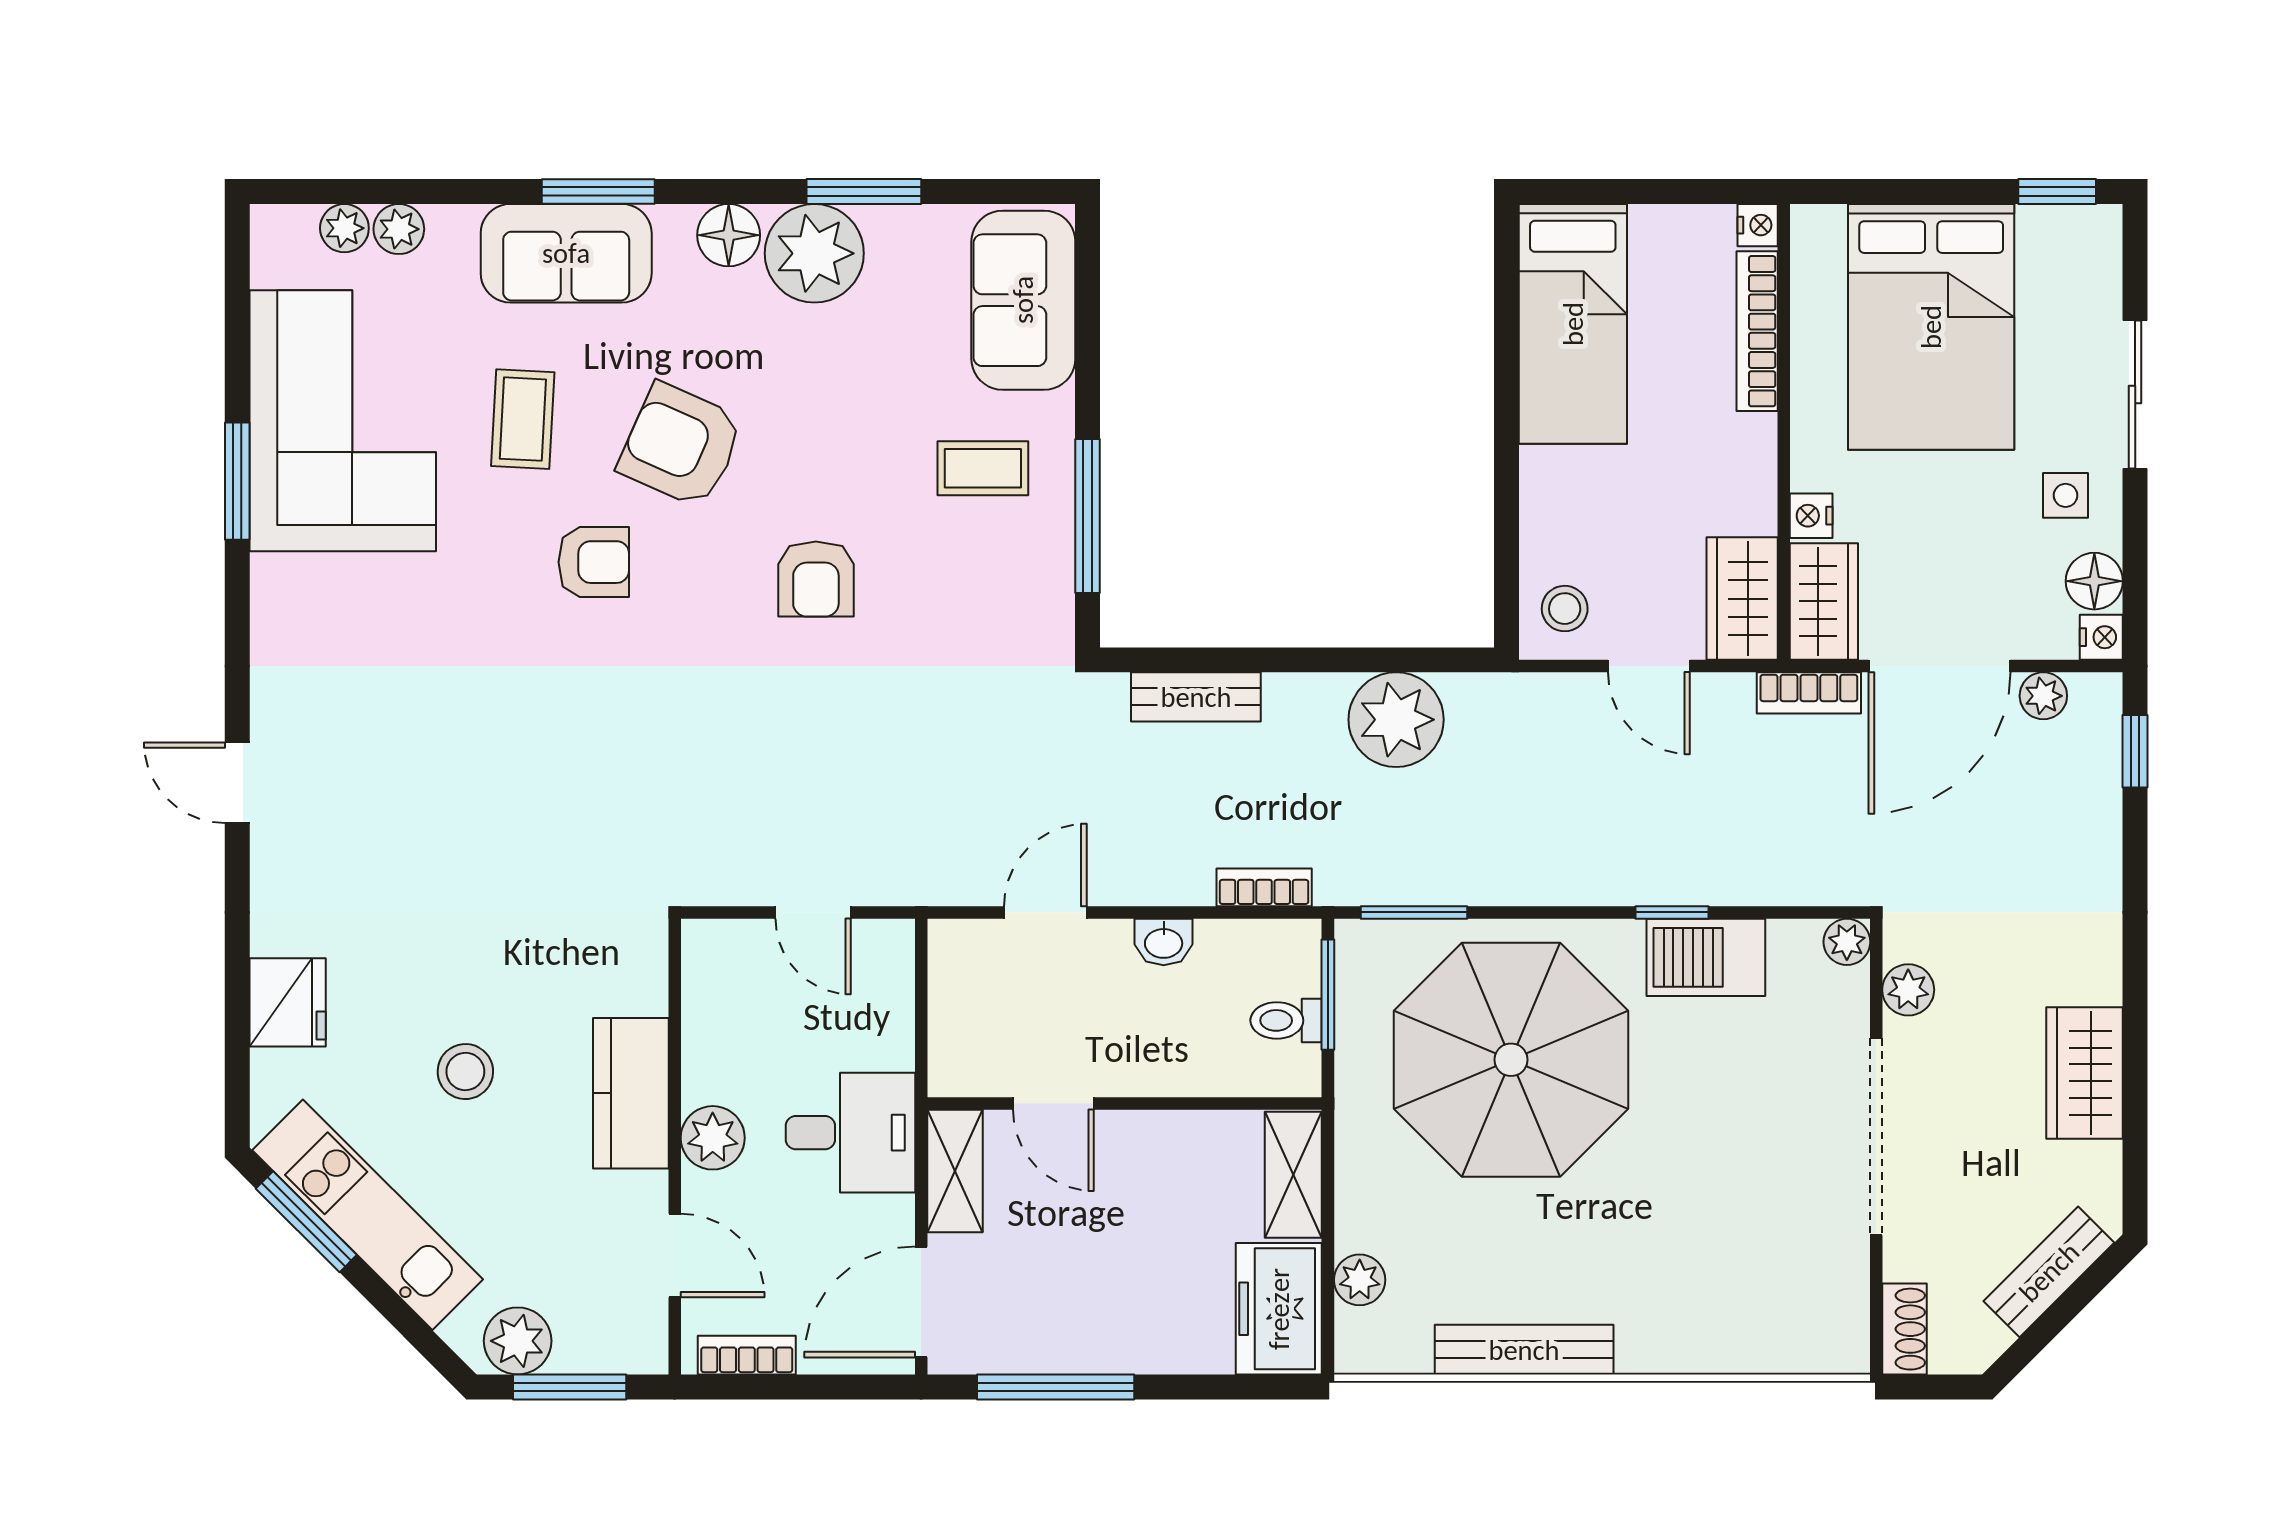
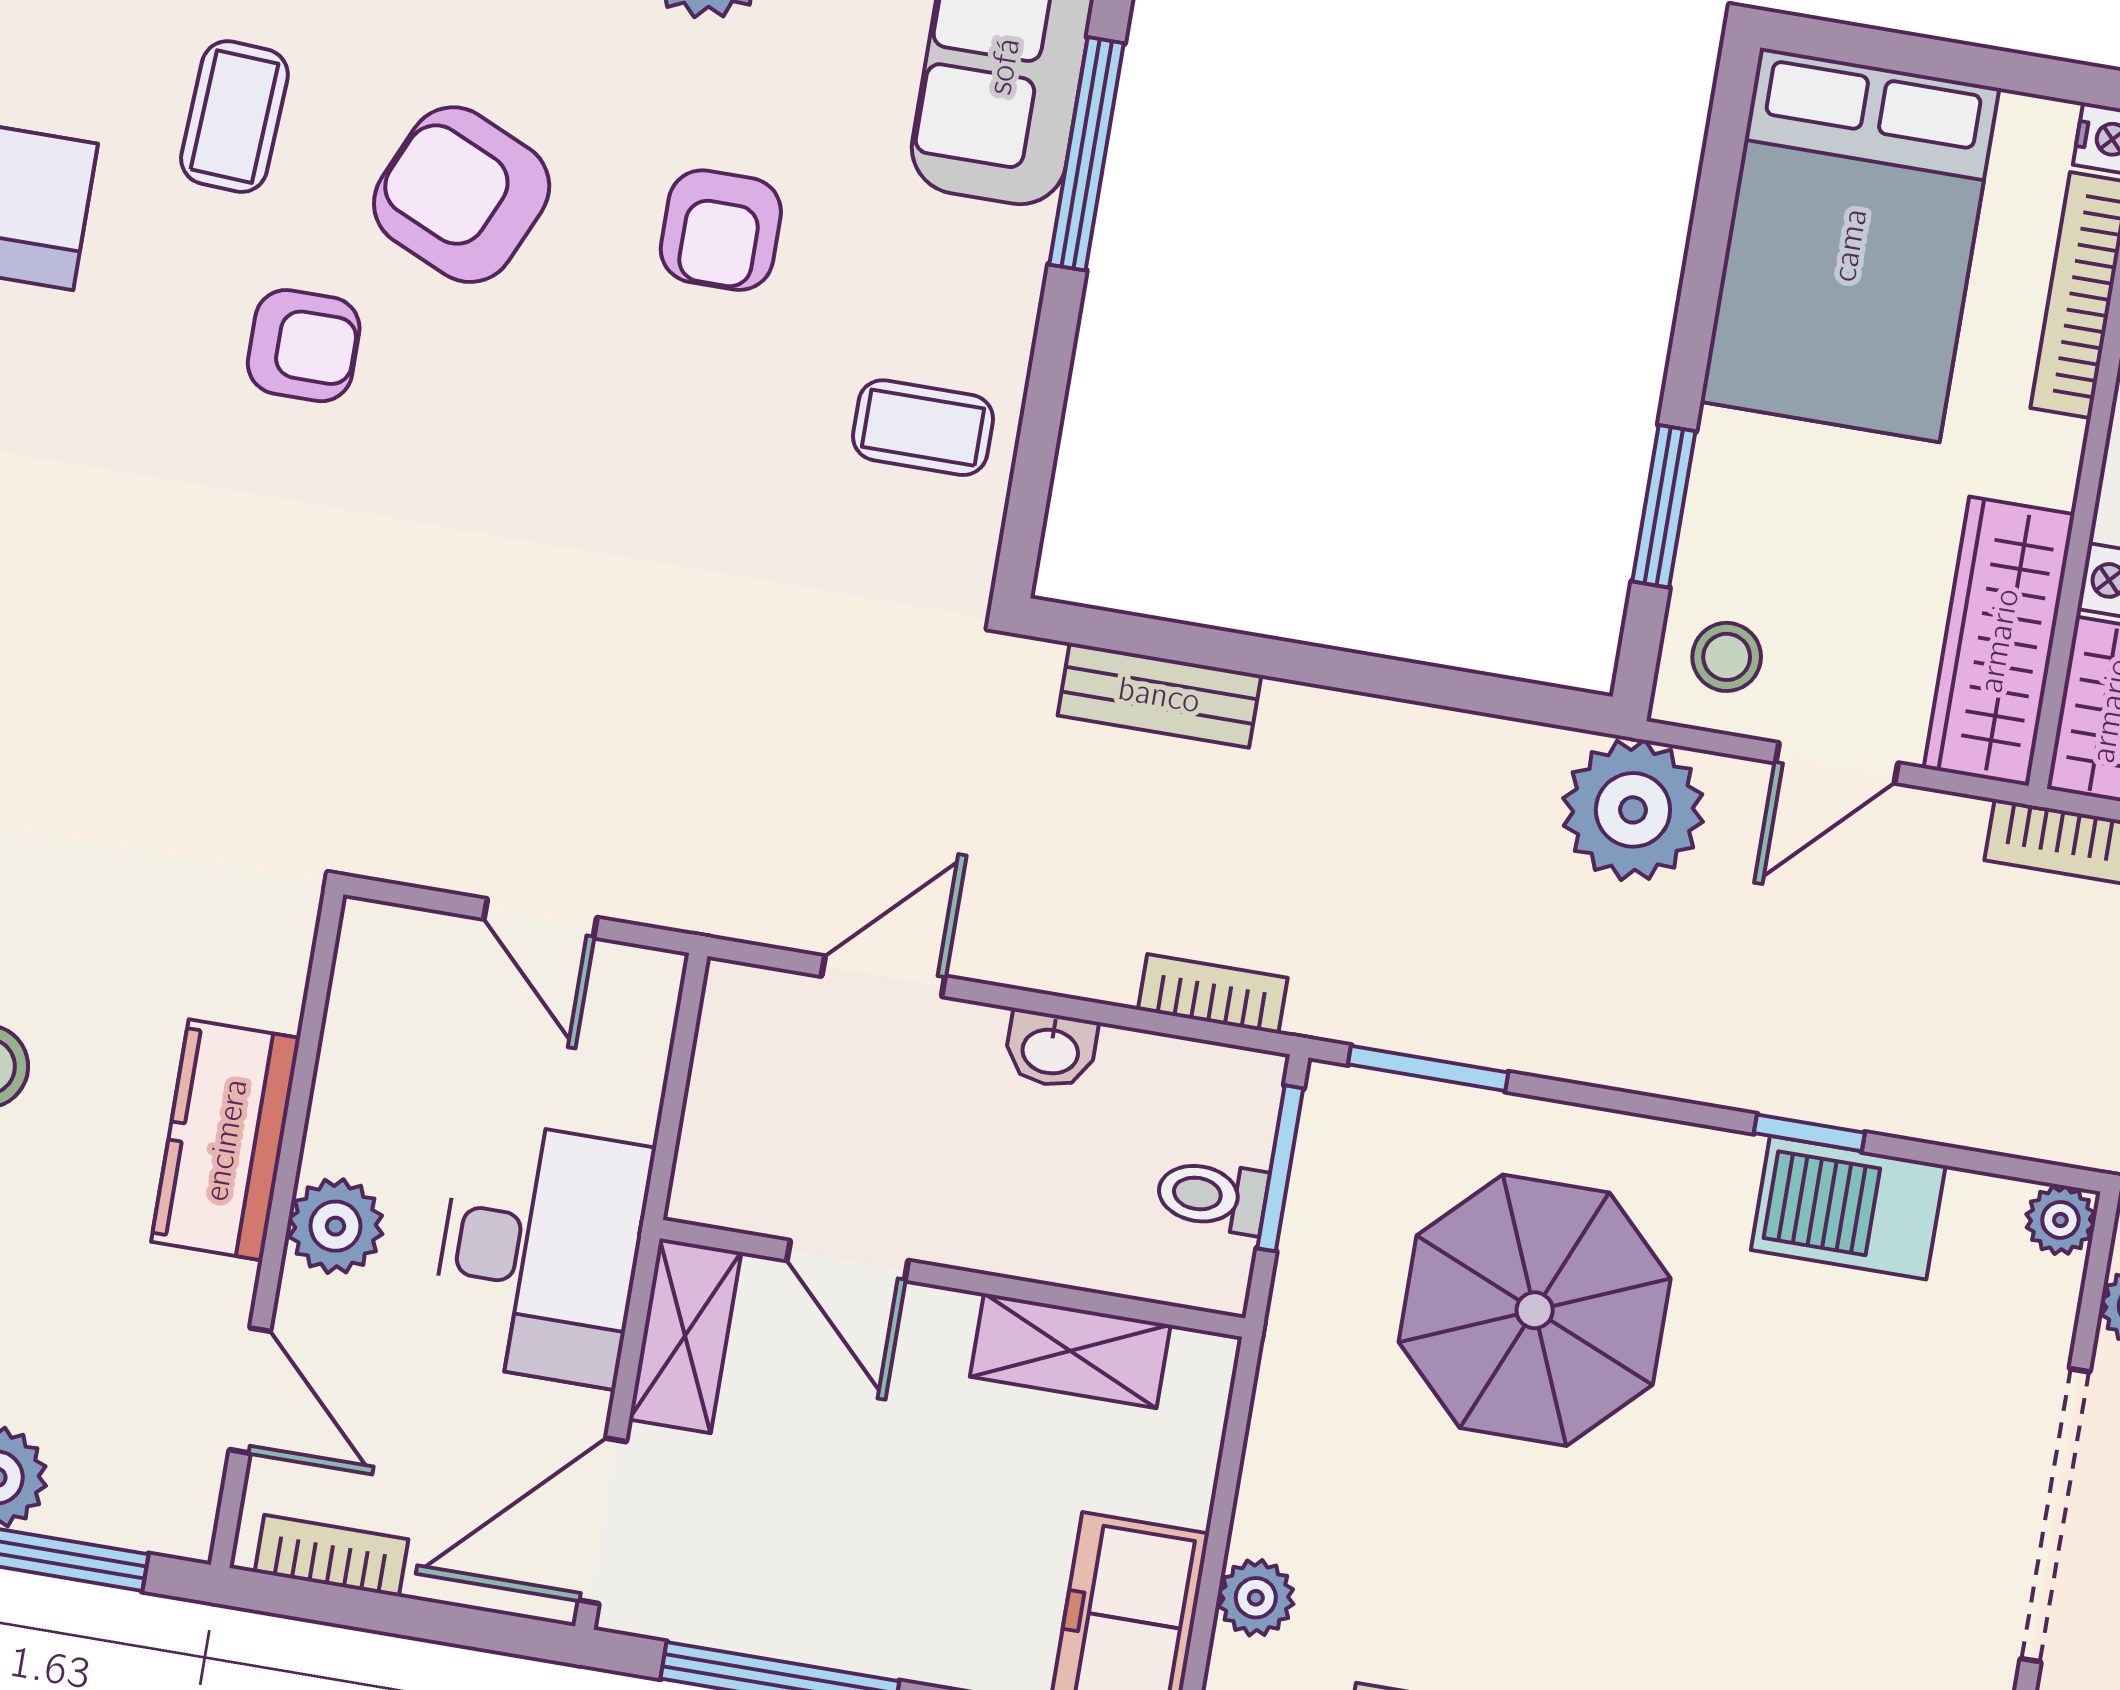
bed: (1573, 324) -> (1850, 245), width x1.50
coffee table: (983, 468) -> (923, 428), moved
window: (1088, 516) -> (1087, 154), moved
window: (1507, 516) -> (1664, 506), added
armchair: (816, 579) -> (721, 230), moved
wardrobe: (1742, 599) -> (1999, 641), width x1.50
door: (1649, 666) -> (1837, 763), hinge flipped
plant: (1396, 720) -> (1633, 810), moved
parasol: (1511, 1060) -> (1535, 1310), width x0.73, depth x0.73
desk: (850, 1133) -> (540, 1253), width x1.37
shelving: (1293, 1175) -> (1070, 1351), moved, turned 90

